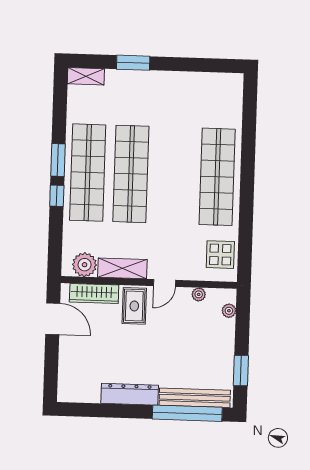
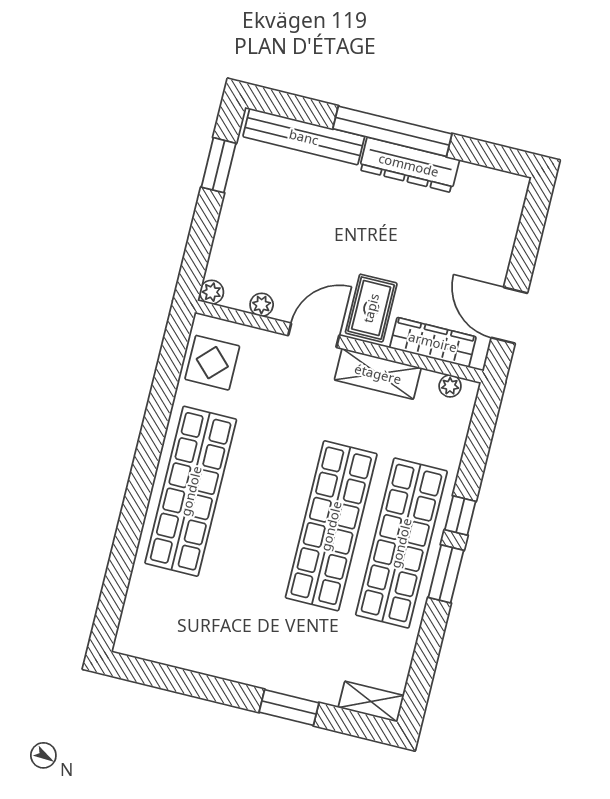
plant: (85, 265) -> (450, 386), width x0.53, depth x0.53
door: (164, 283) -> (314, 335), width x1.38
plant: (229, 311) -> (212, 292), moved
window: (187, 413) -> (392, 131), moved

